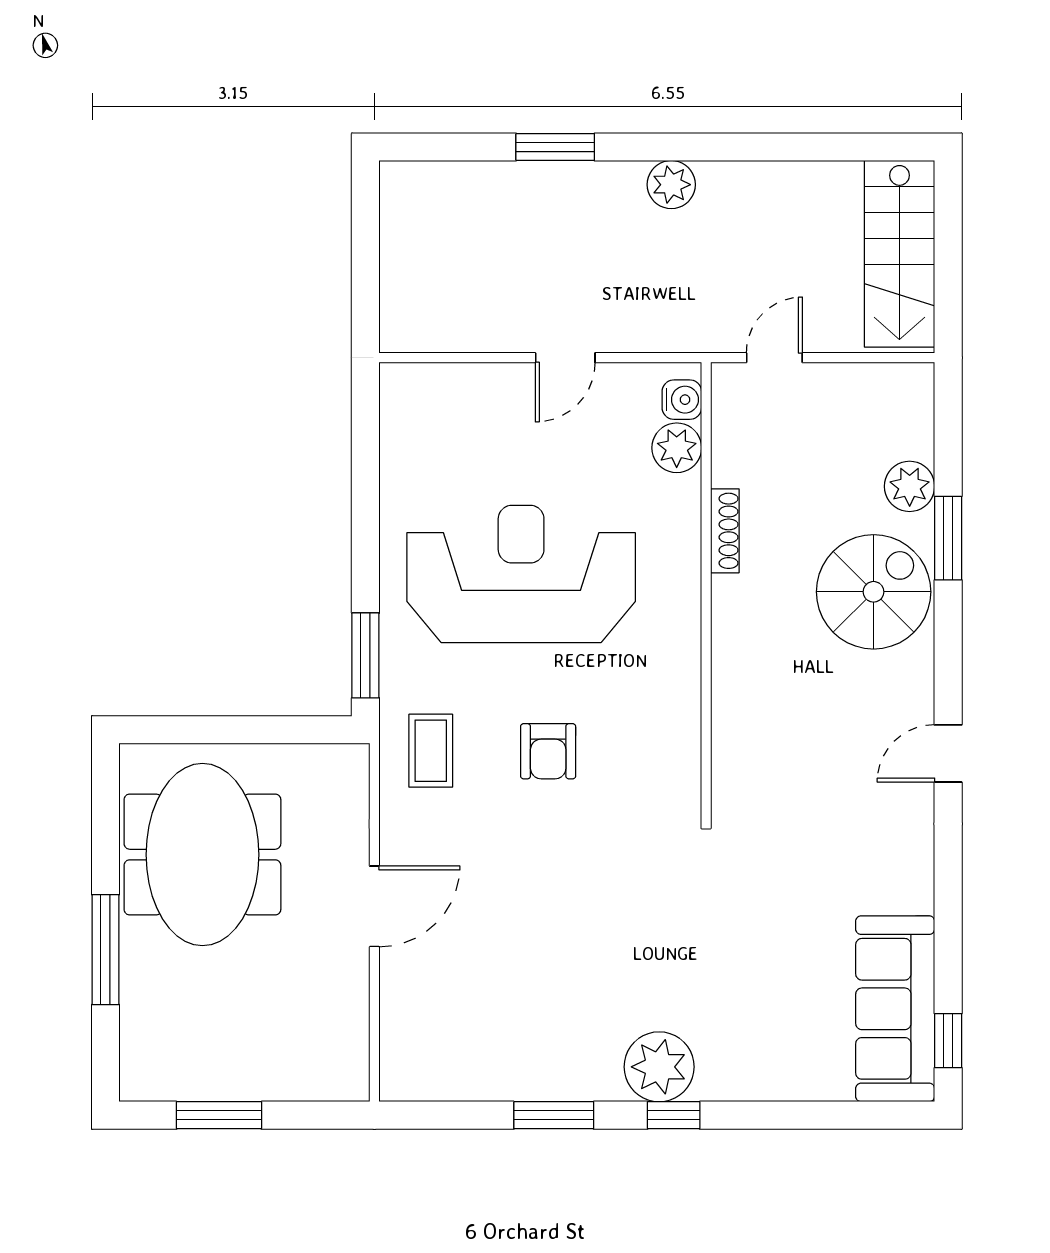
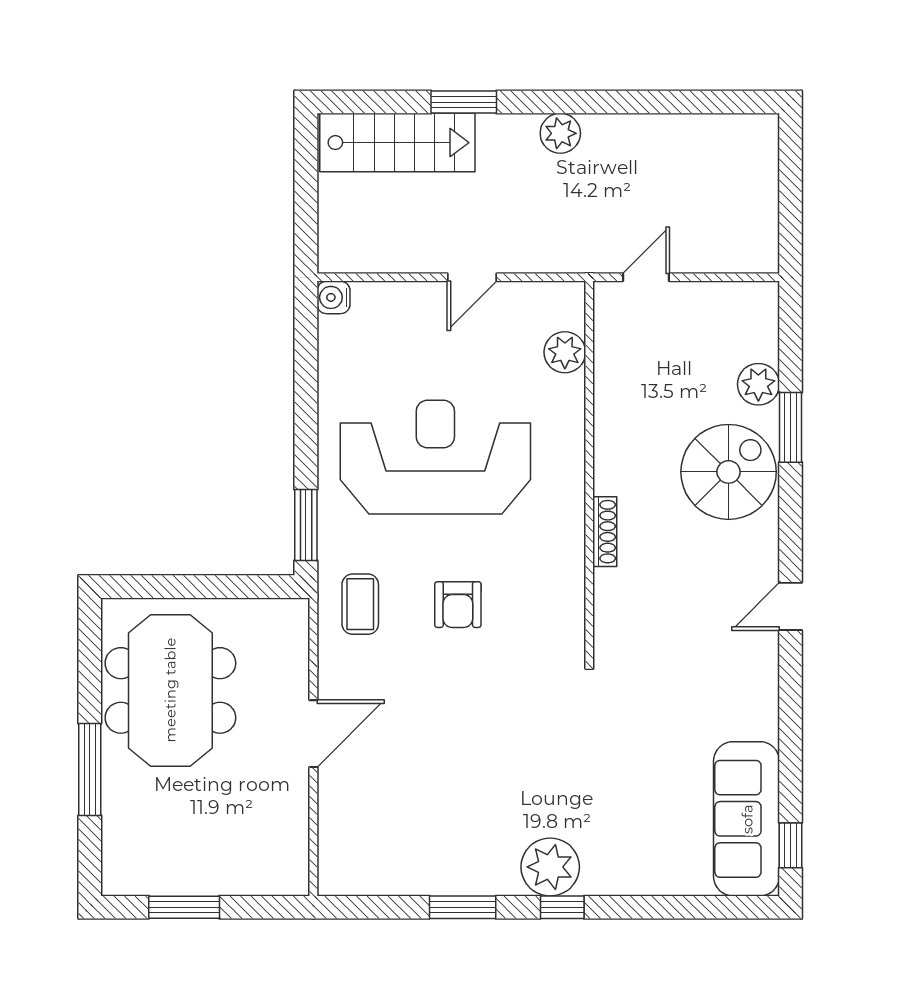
stairs: (899, 254) -> (397, 143), moved, turned -90
water cooler: (682, 400) -> (334, 297), moved, turned 180
shoe rack: (725, 531) -> (605, 532), moved

